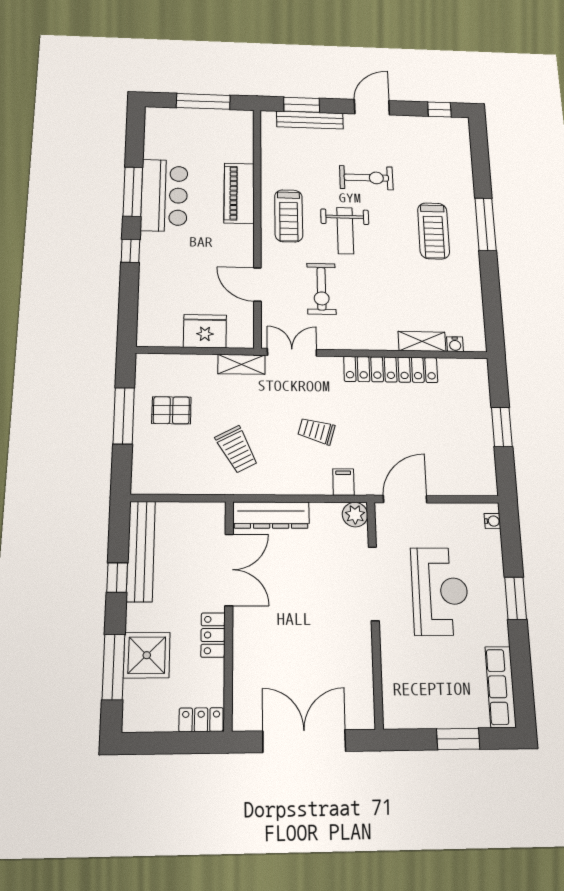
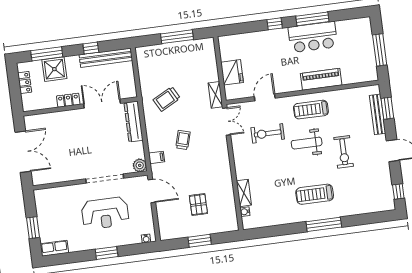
locker: (391, 369) -> (224, 177), removed
pallet: (171, 410) -> (198, 205), moved
double door: (229, 570) -> (102, 104), swing flipped
row of seats: (501, 687) -> (54, 248), width x0.68
locker: (201, 720) -> (25, 83), moved

